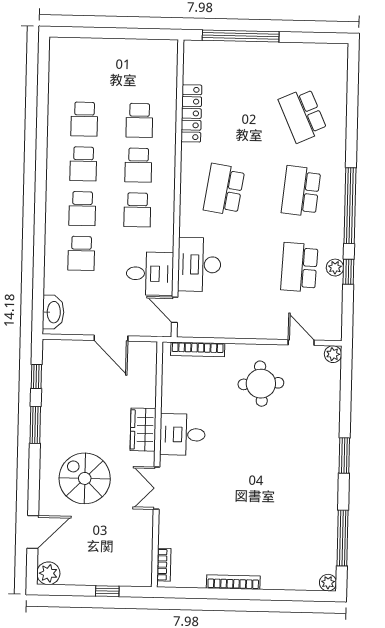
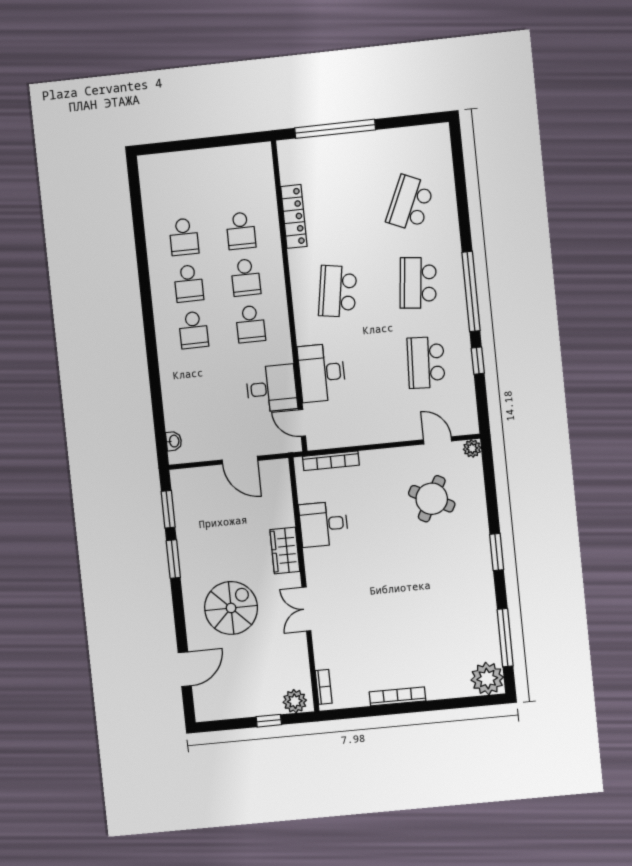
school desk: (303, 115) -> (410, 203), turned 48
school desk: (81, 253) -> (198, 376), removed
plant: (335, 268) -> (463, 358), removed
washbasin: (53, 312) -> (174, 441), width x0.52, depth x0.69
window: (36, 376) -> (168, 509), width x1.50
round table: (261, 384) -> (432, 499), moved, turned 32
desk: (183, 435) -> (323, 524), moved
spiral stairs: (85, 478) -> (231, 608), turned 90
plant: (48, 573) -> (295, 701), moved
plant: (328, 583) -> (487, 679), width x1.87, depth x1.87

